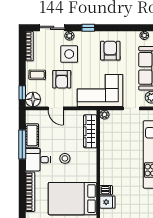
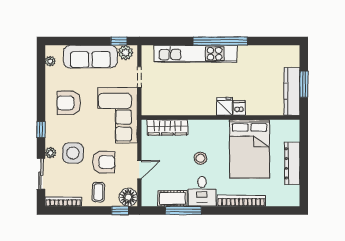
plant: (104, 115) -> (147, 110), removed
fridge: (107, 202) -> (225, 106), moved

